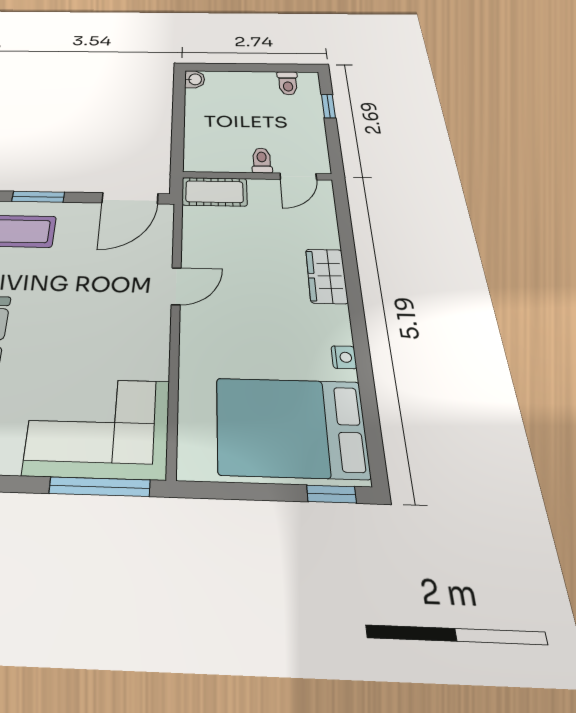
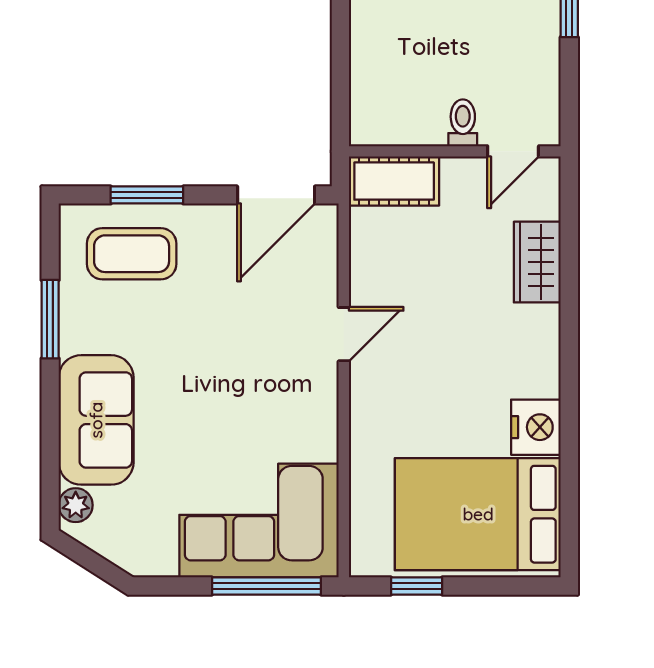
wardrobe: (327, 276) -> (537, 262), moved
nightstand: (344, 357) -> (536, 427), width x1.89, depth x1.79
window: (331, 494) -> (417, 586), moved

